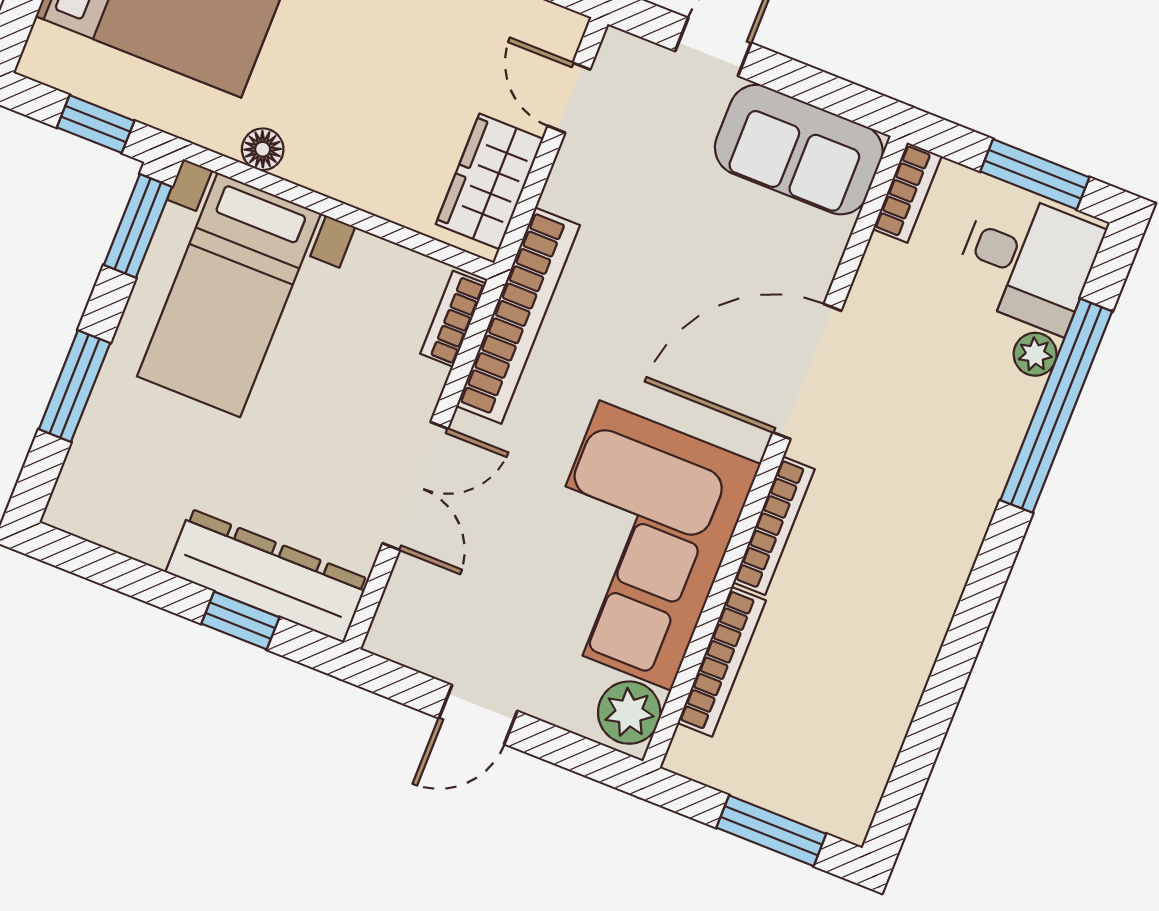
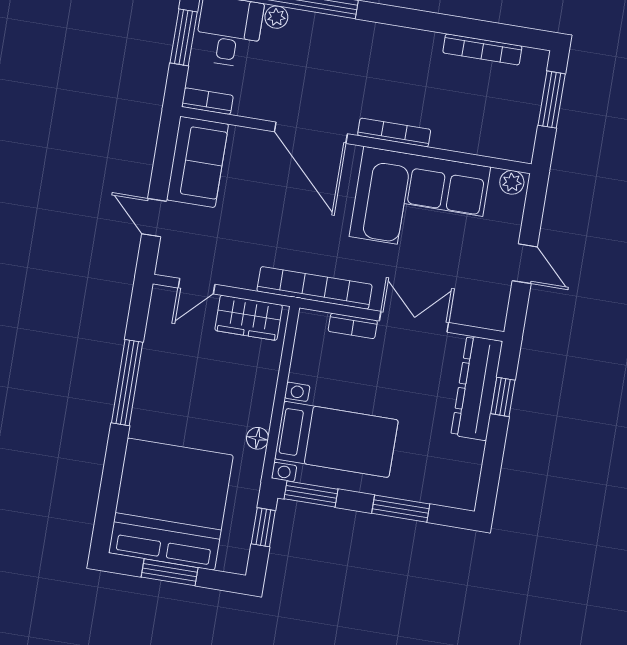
bookcase: (453, 319) -> (353, 326), moved
bookcase: (722, 662) -> (482, 49), moved, turned 180
plant: (629, 713) -> (512, 182), width x0.73, depth x0.73

